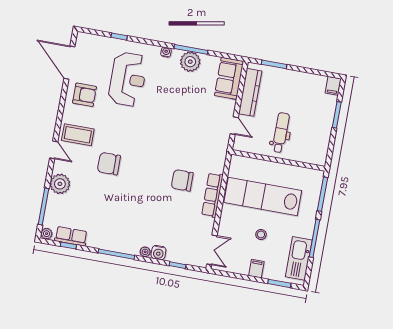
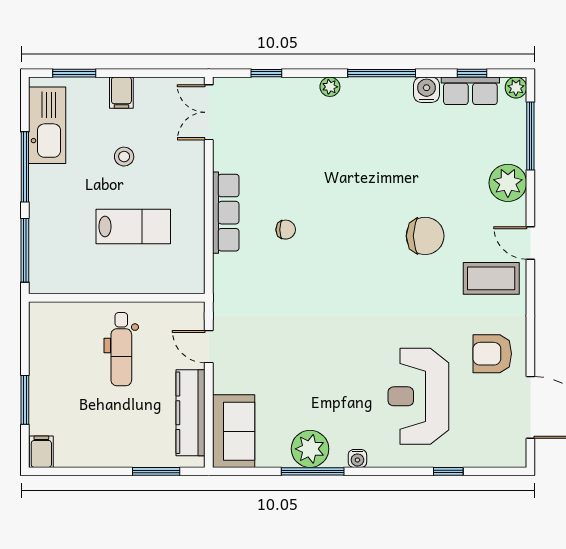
chair: (182, 180) -> (286, 230), width x0.54, depth x0.54
lab bench: (263, 197) -> (133, 226), width x0.54, depth x0.72
water cooler: (158, 253) -> (426, 90), moved

